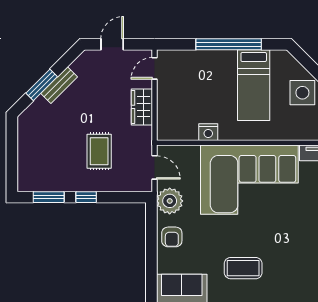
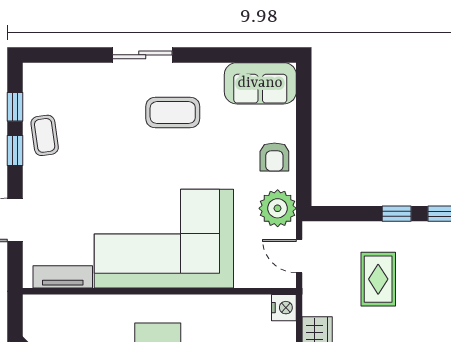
nightstand: (208, 132) -> (284, 308), moved, turned 90
armchair: (172, 237) -> (274, 157), turned 180

